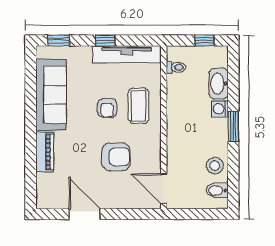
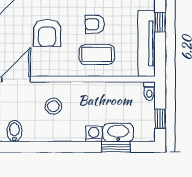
toilet: (176, 67) -> (149, 91), moved
window: (233, 126) -> (116, 147), moved
stool: (215, 166) -> (53, 106), moved

